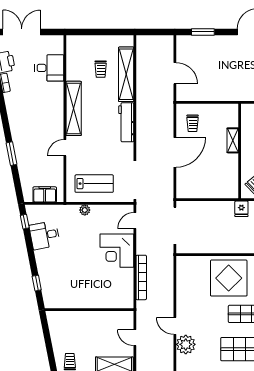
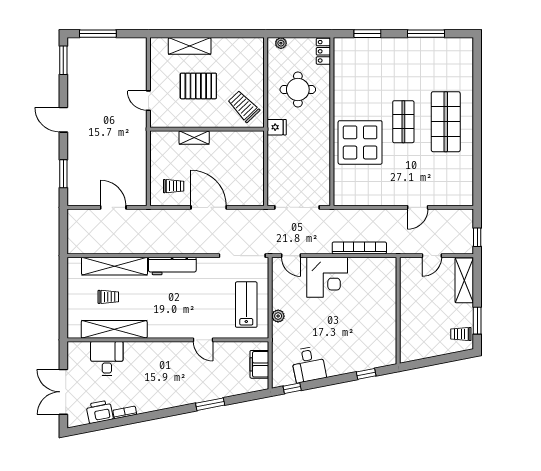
door: (175, 73) -> (113, 207), hinge flipped
shelving: (74, 108) -> (114, 329), moved
plant: (186, 344) -> (440, 194), removed

